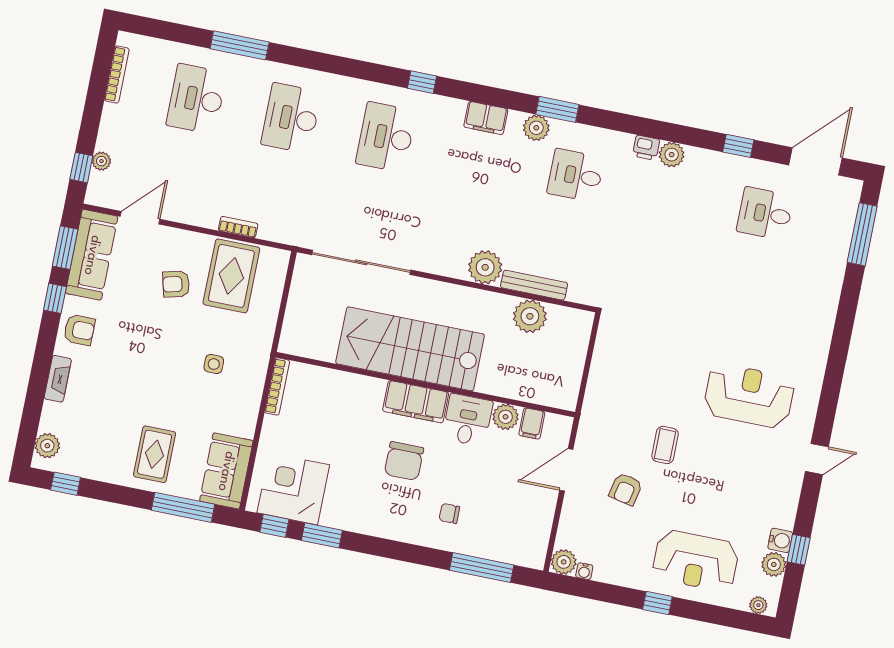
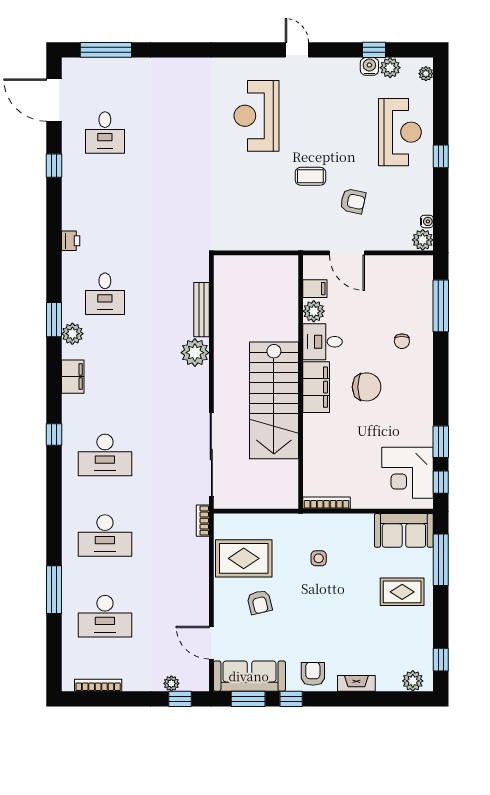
plant: (672, 155) -> (72, 219), removed
bookcase: (238, 227) -> (203, 521), moved
plant: (530, 316) -> (228, 308), removed

